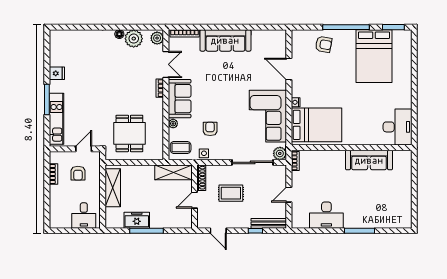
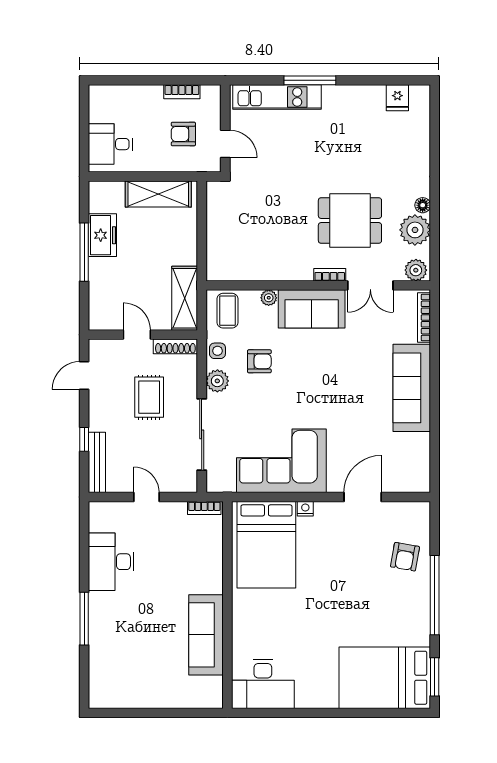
bed: (374, 56) -> (385, 678), moved
fridge: (57, 73) -> (397, 98), moved
dining table: (129, 133) -> (350, 221), moved
plant: (280, 153) -> (217, 381), moved

